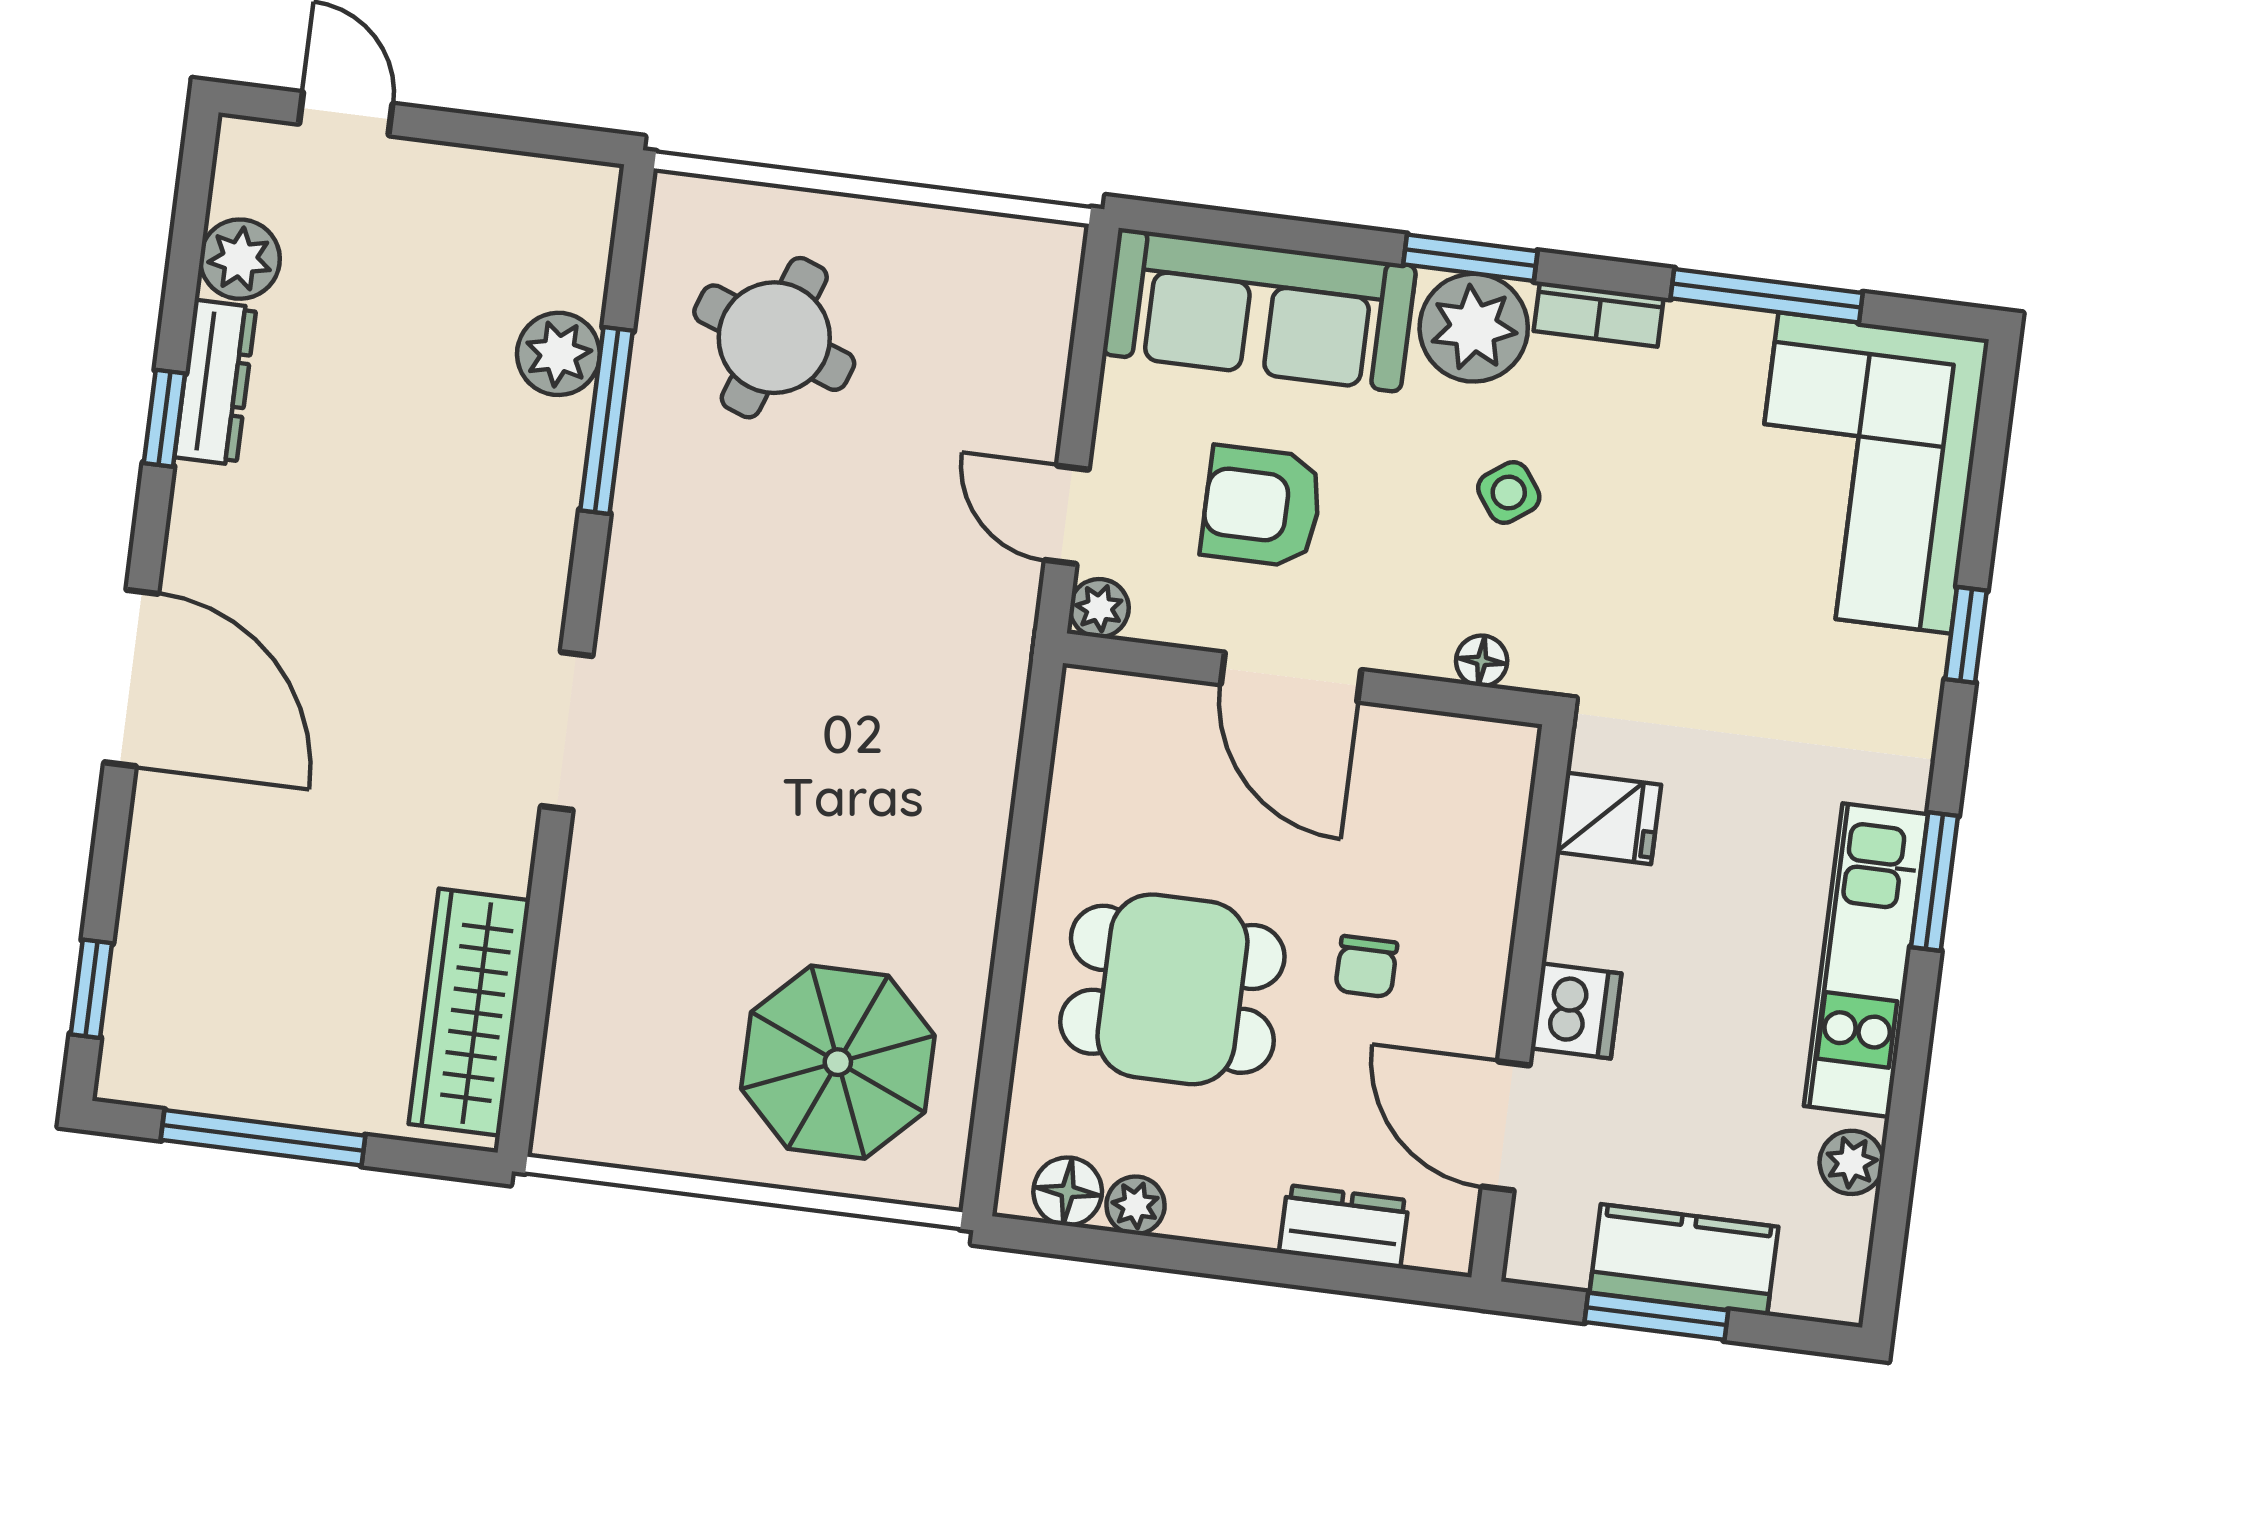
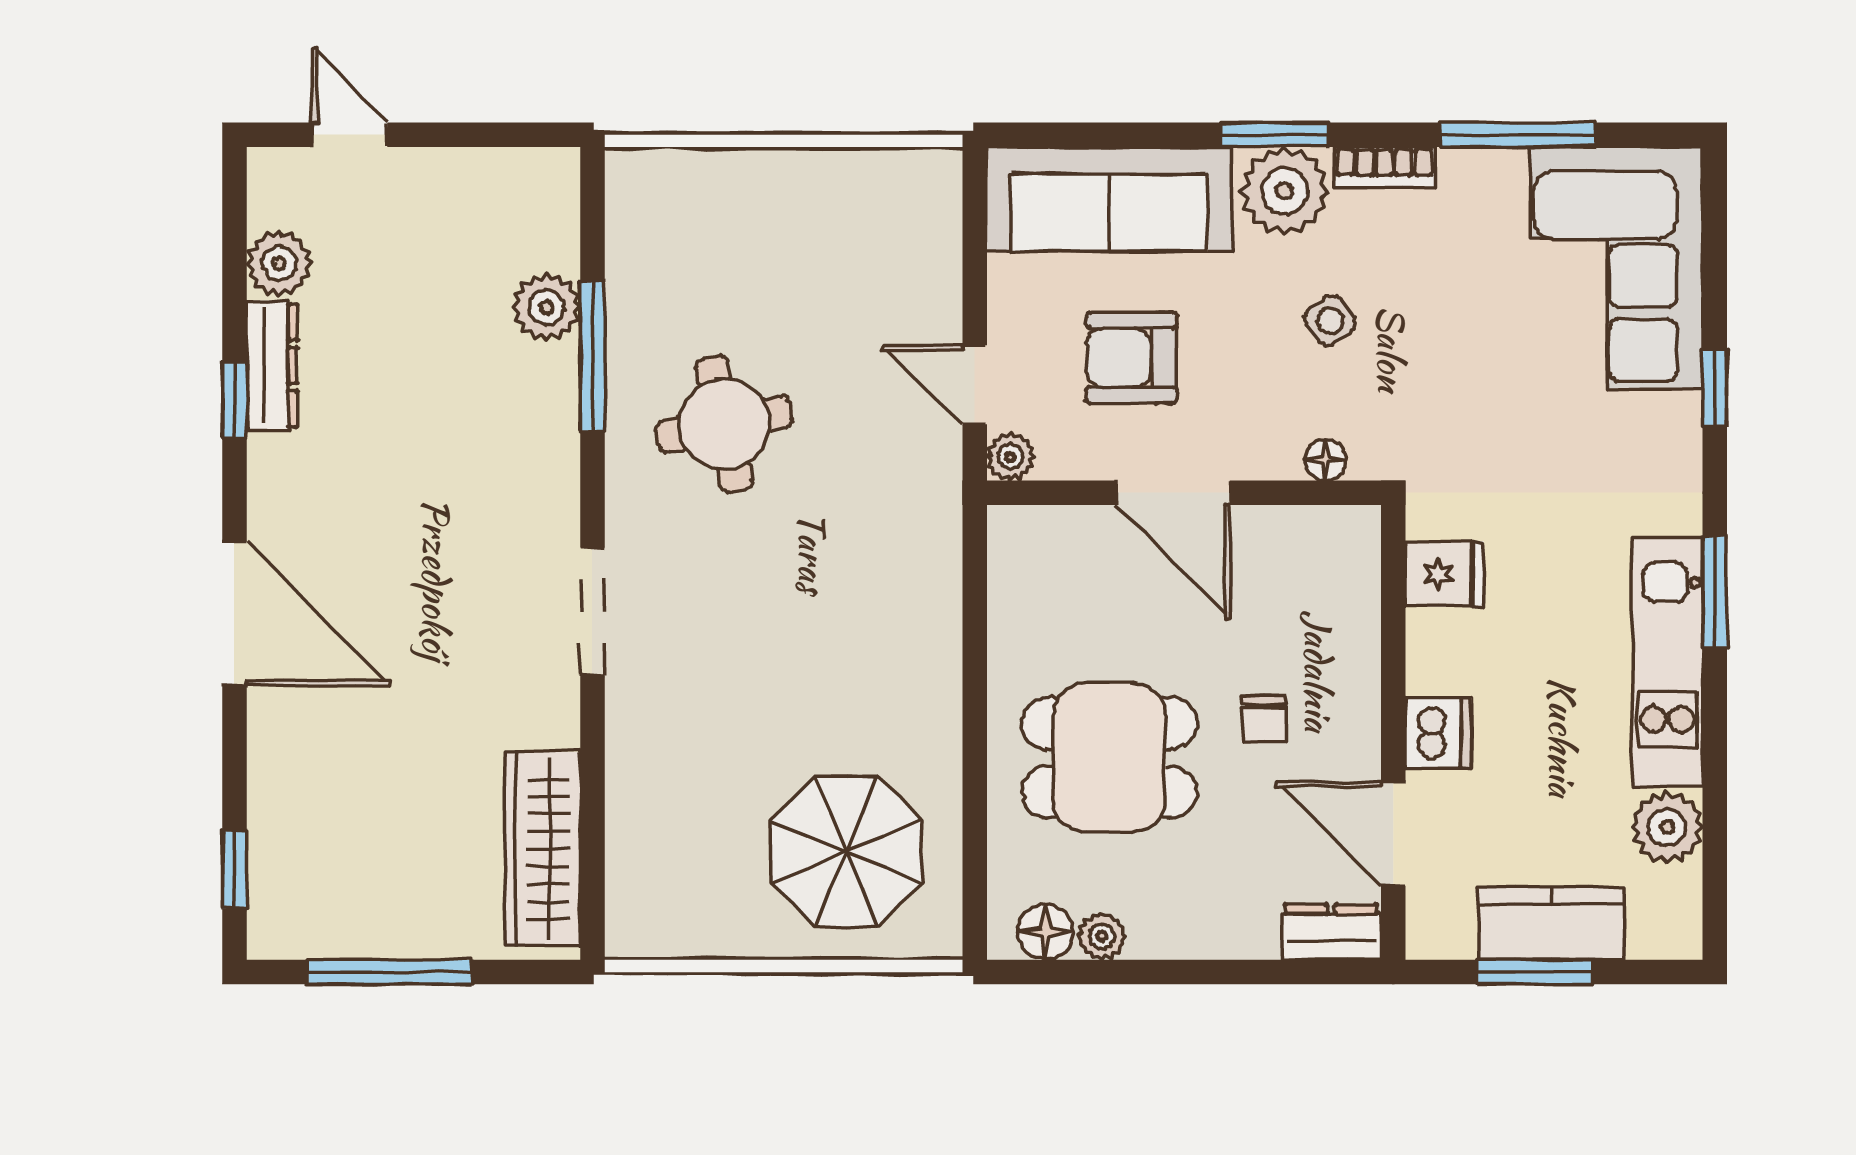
round table: (774, 338) -> (724, 424), moved, turned -32
plant: (1851, 1162) -> (1667, 827), width x1.38, depth x1.38
dresser: (1344, 1227) -> (1331, 932), moved

